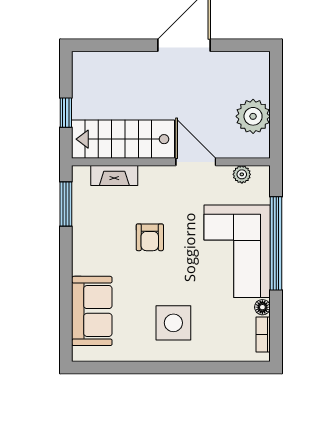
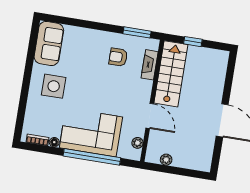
plant: (253, 116) -> (166, 160), width x0.53, depth x0.53
door: (196, 162) -> (150, 116), hinge flipped
armchair: (150, 237) -> (118, 57), moved
sofa: (92, 311) -> (49, 43), moved, turned -90

